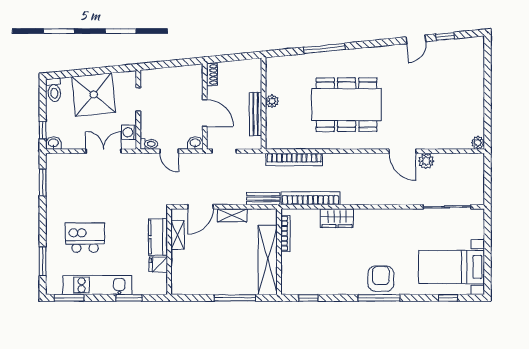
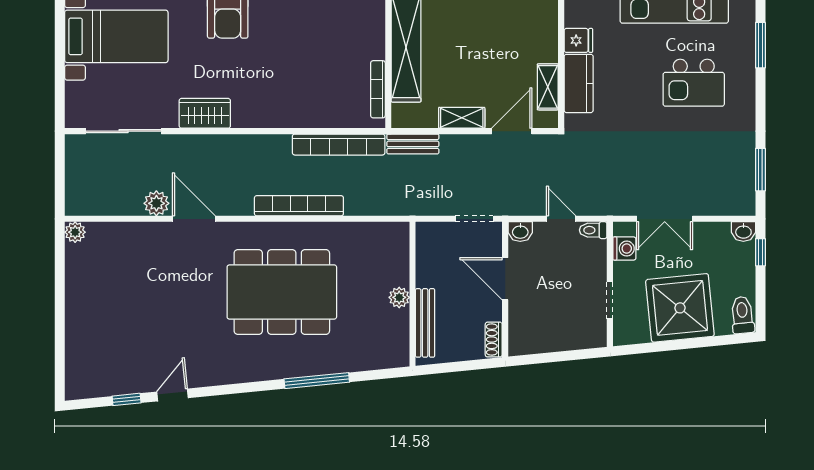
bench: (256, 114) -> (425, 323), moved
bookcase: (294, 159) -> (299, 206), moved
wardrobe: (337, 218) -> (205, 113), moved

